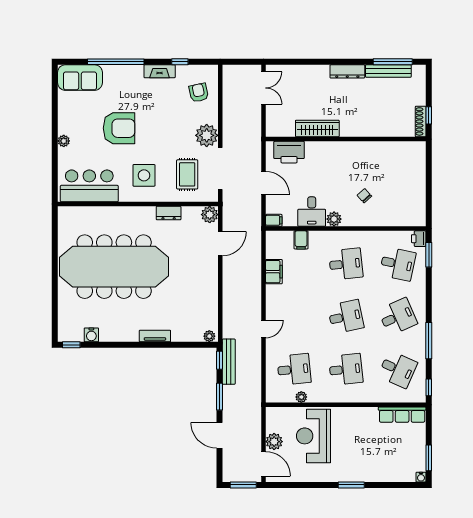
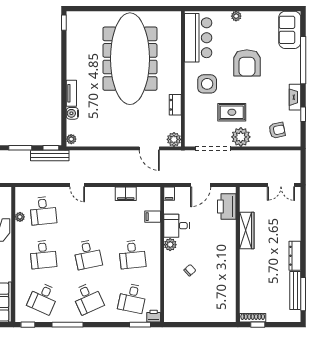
rug: (187, 174) -> (232, 112), moved
water cooler: (91, 335) -> (72, 113), moved

